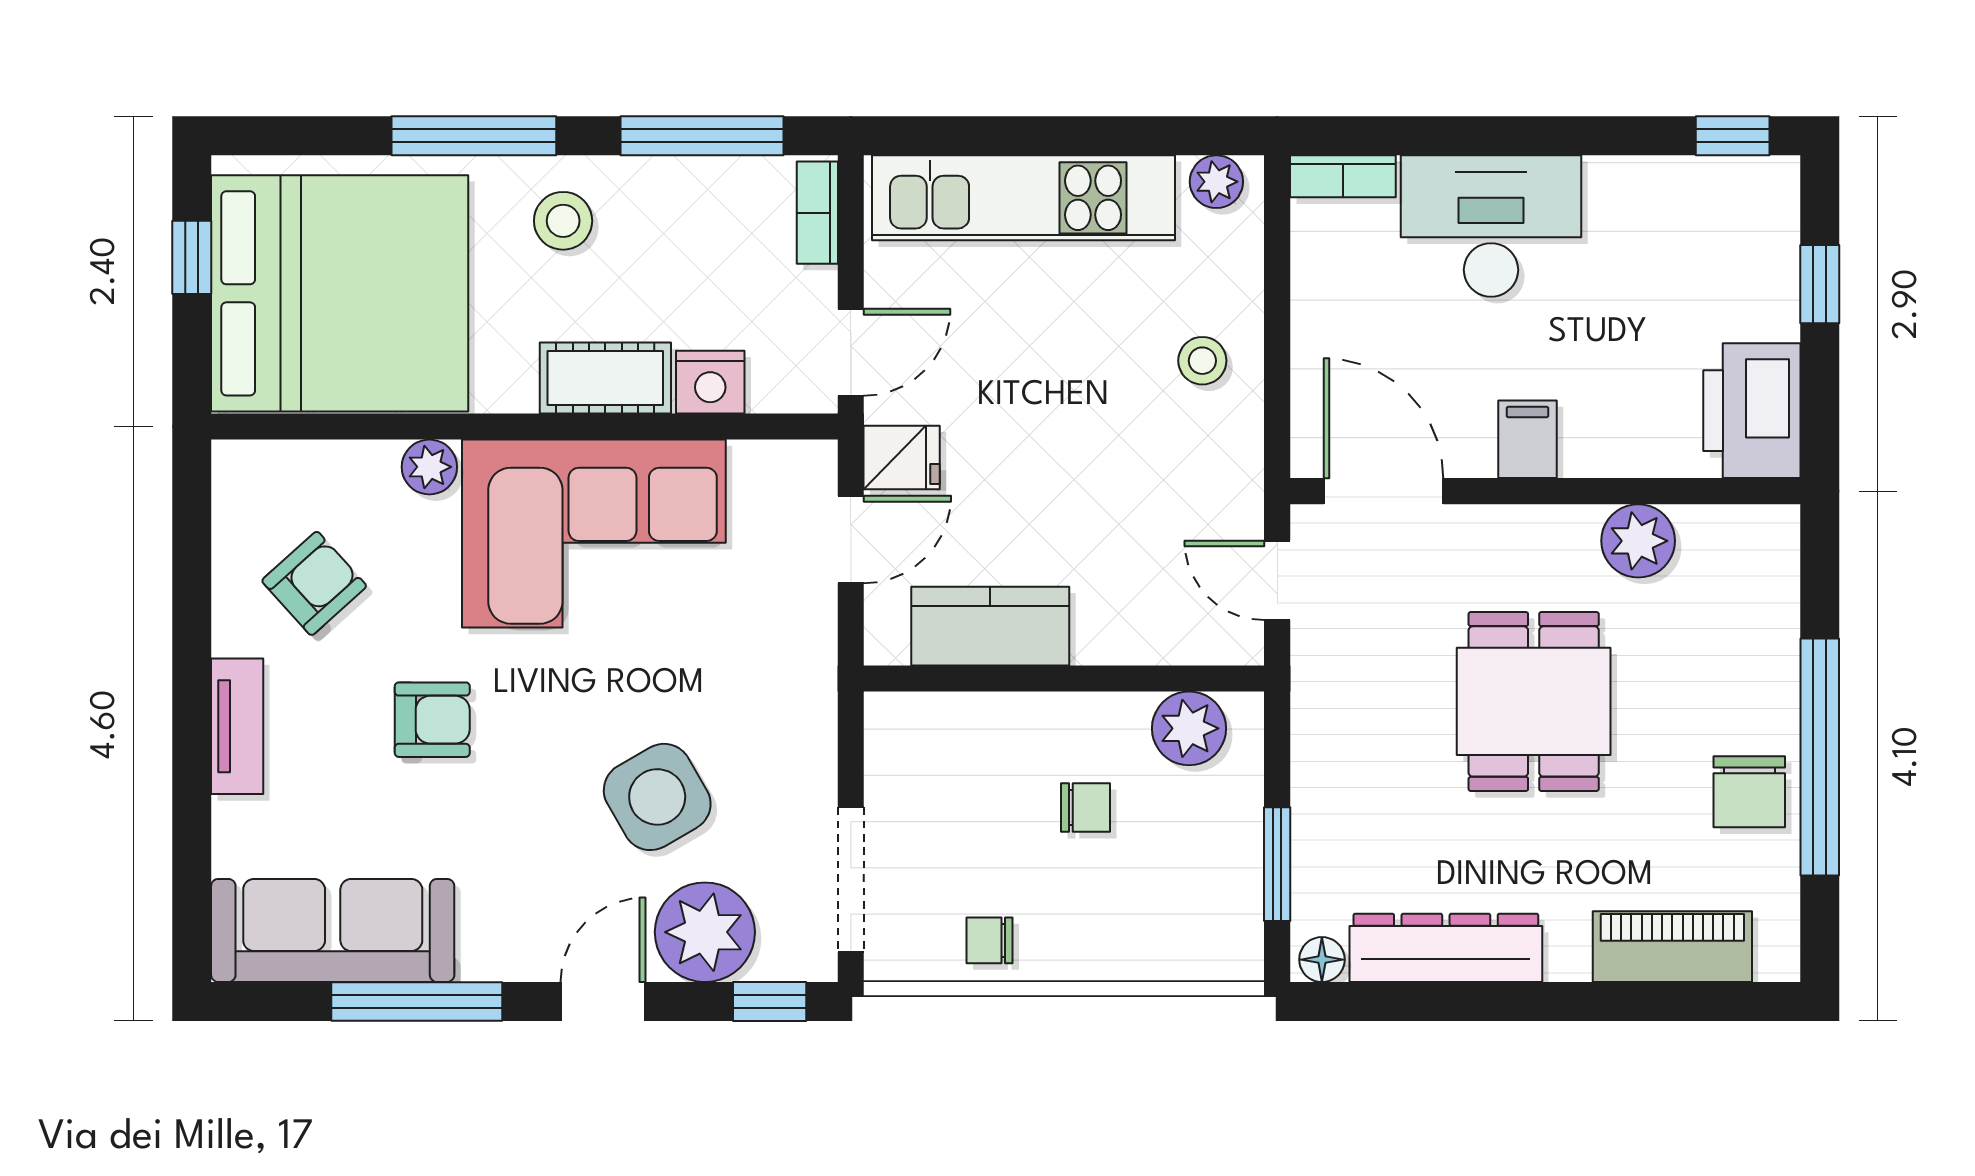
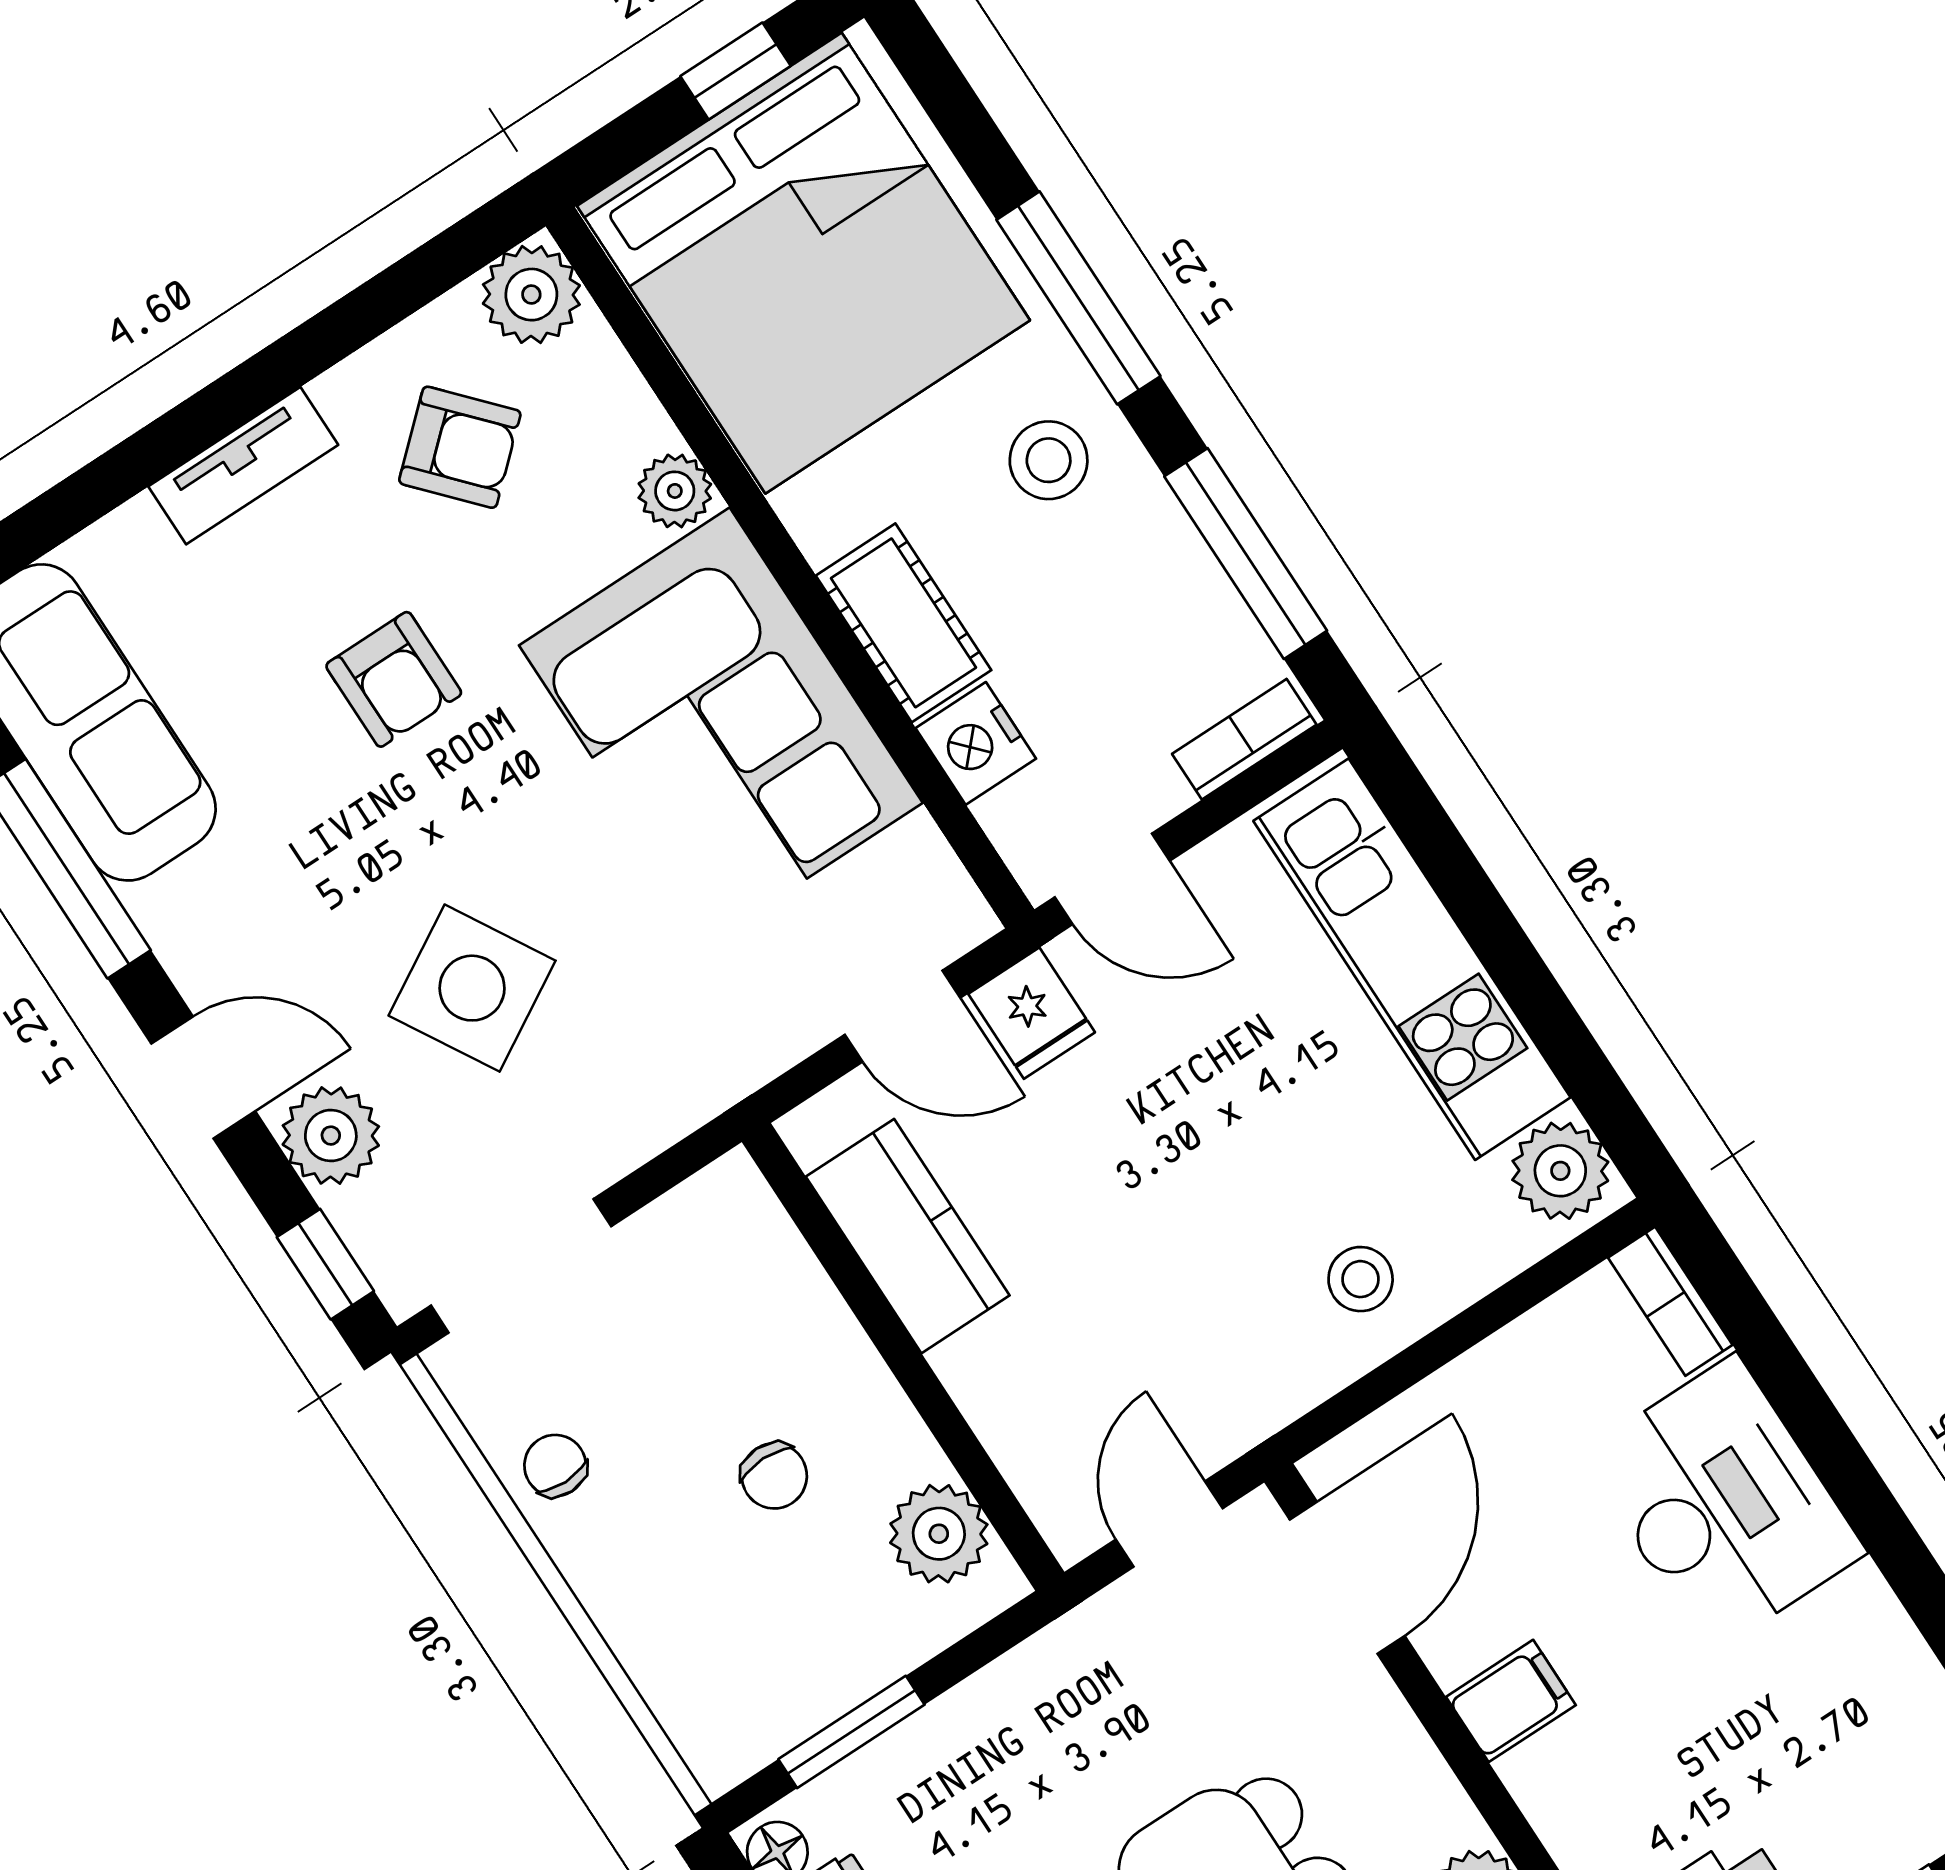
plant: (1216, 182) -> (1560, 1171), width x1.38, depth x1.38
plant: (248, 476) -> (531, 295), added
plant: (705, 932) -> (331, 1136), width x0.73, depth x0.73

